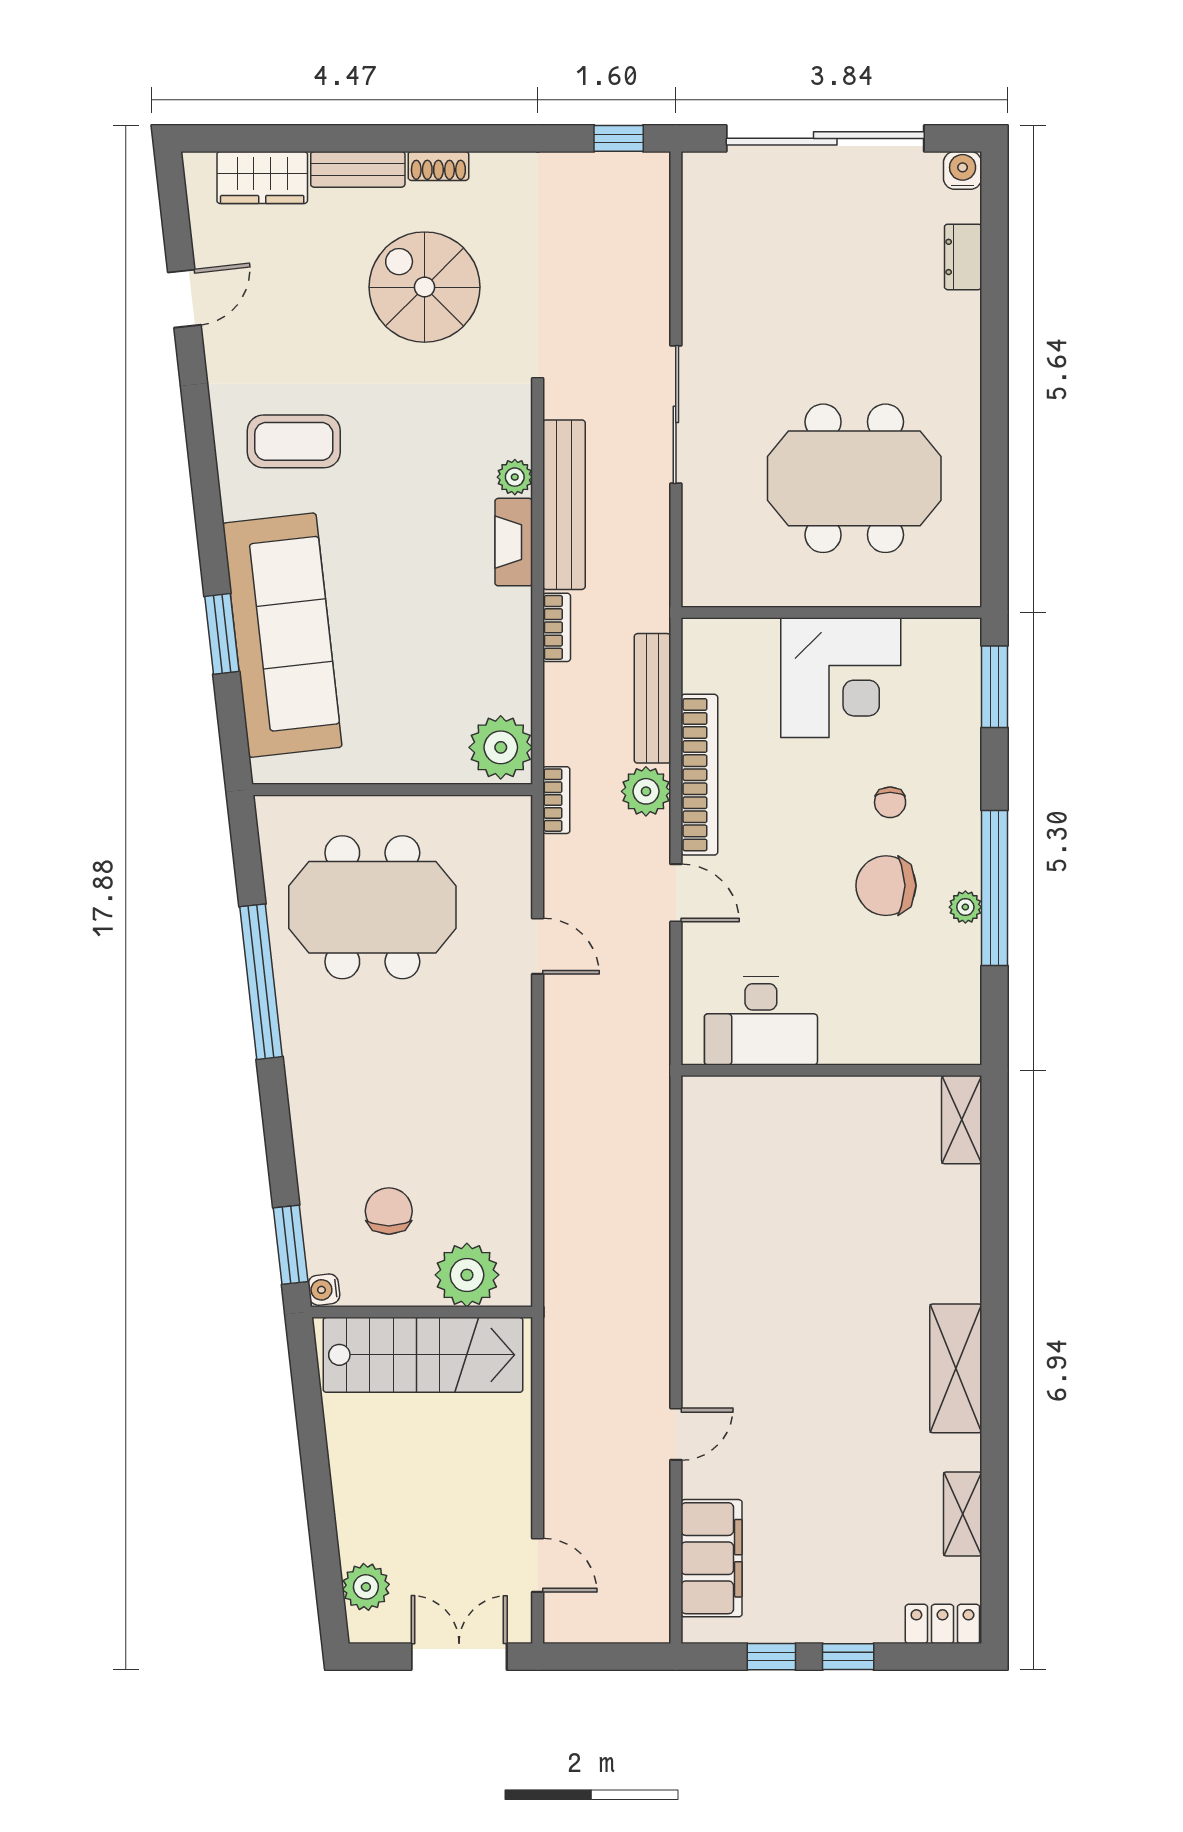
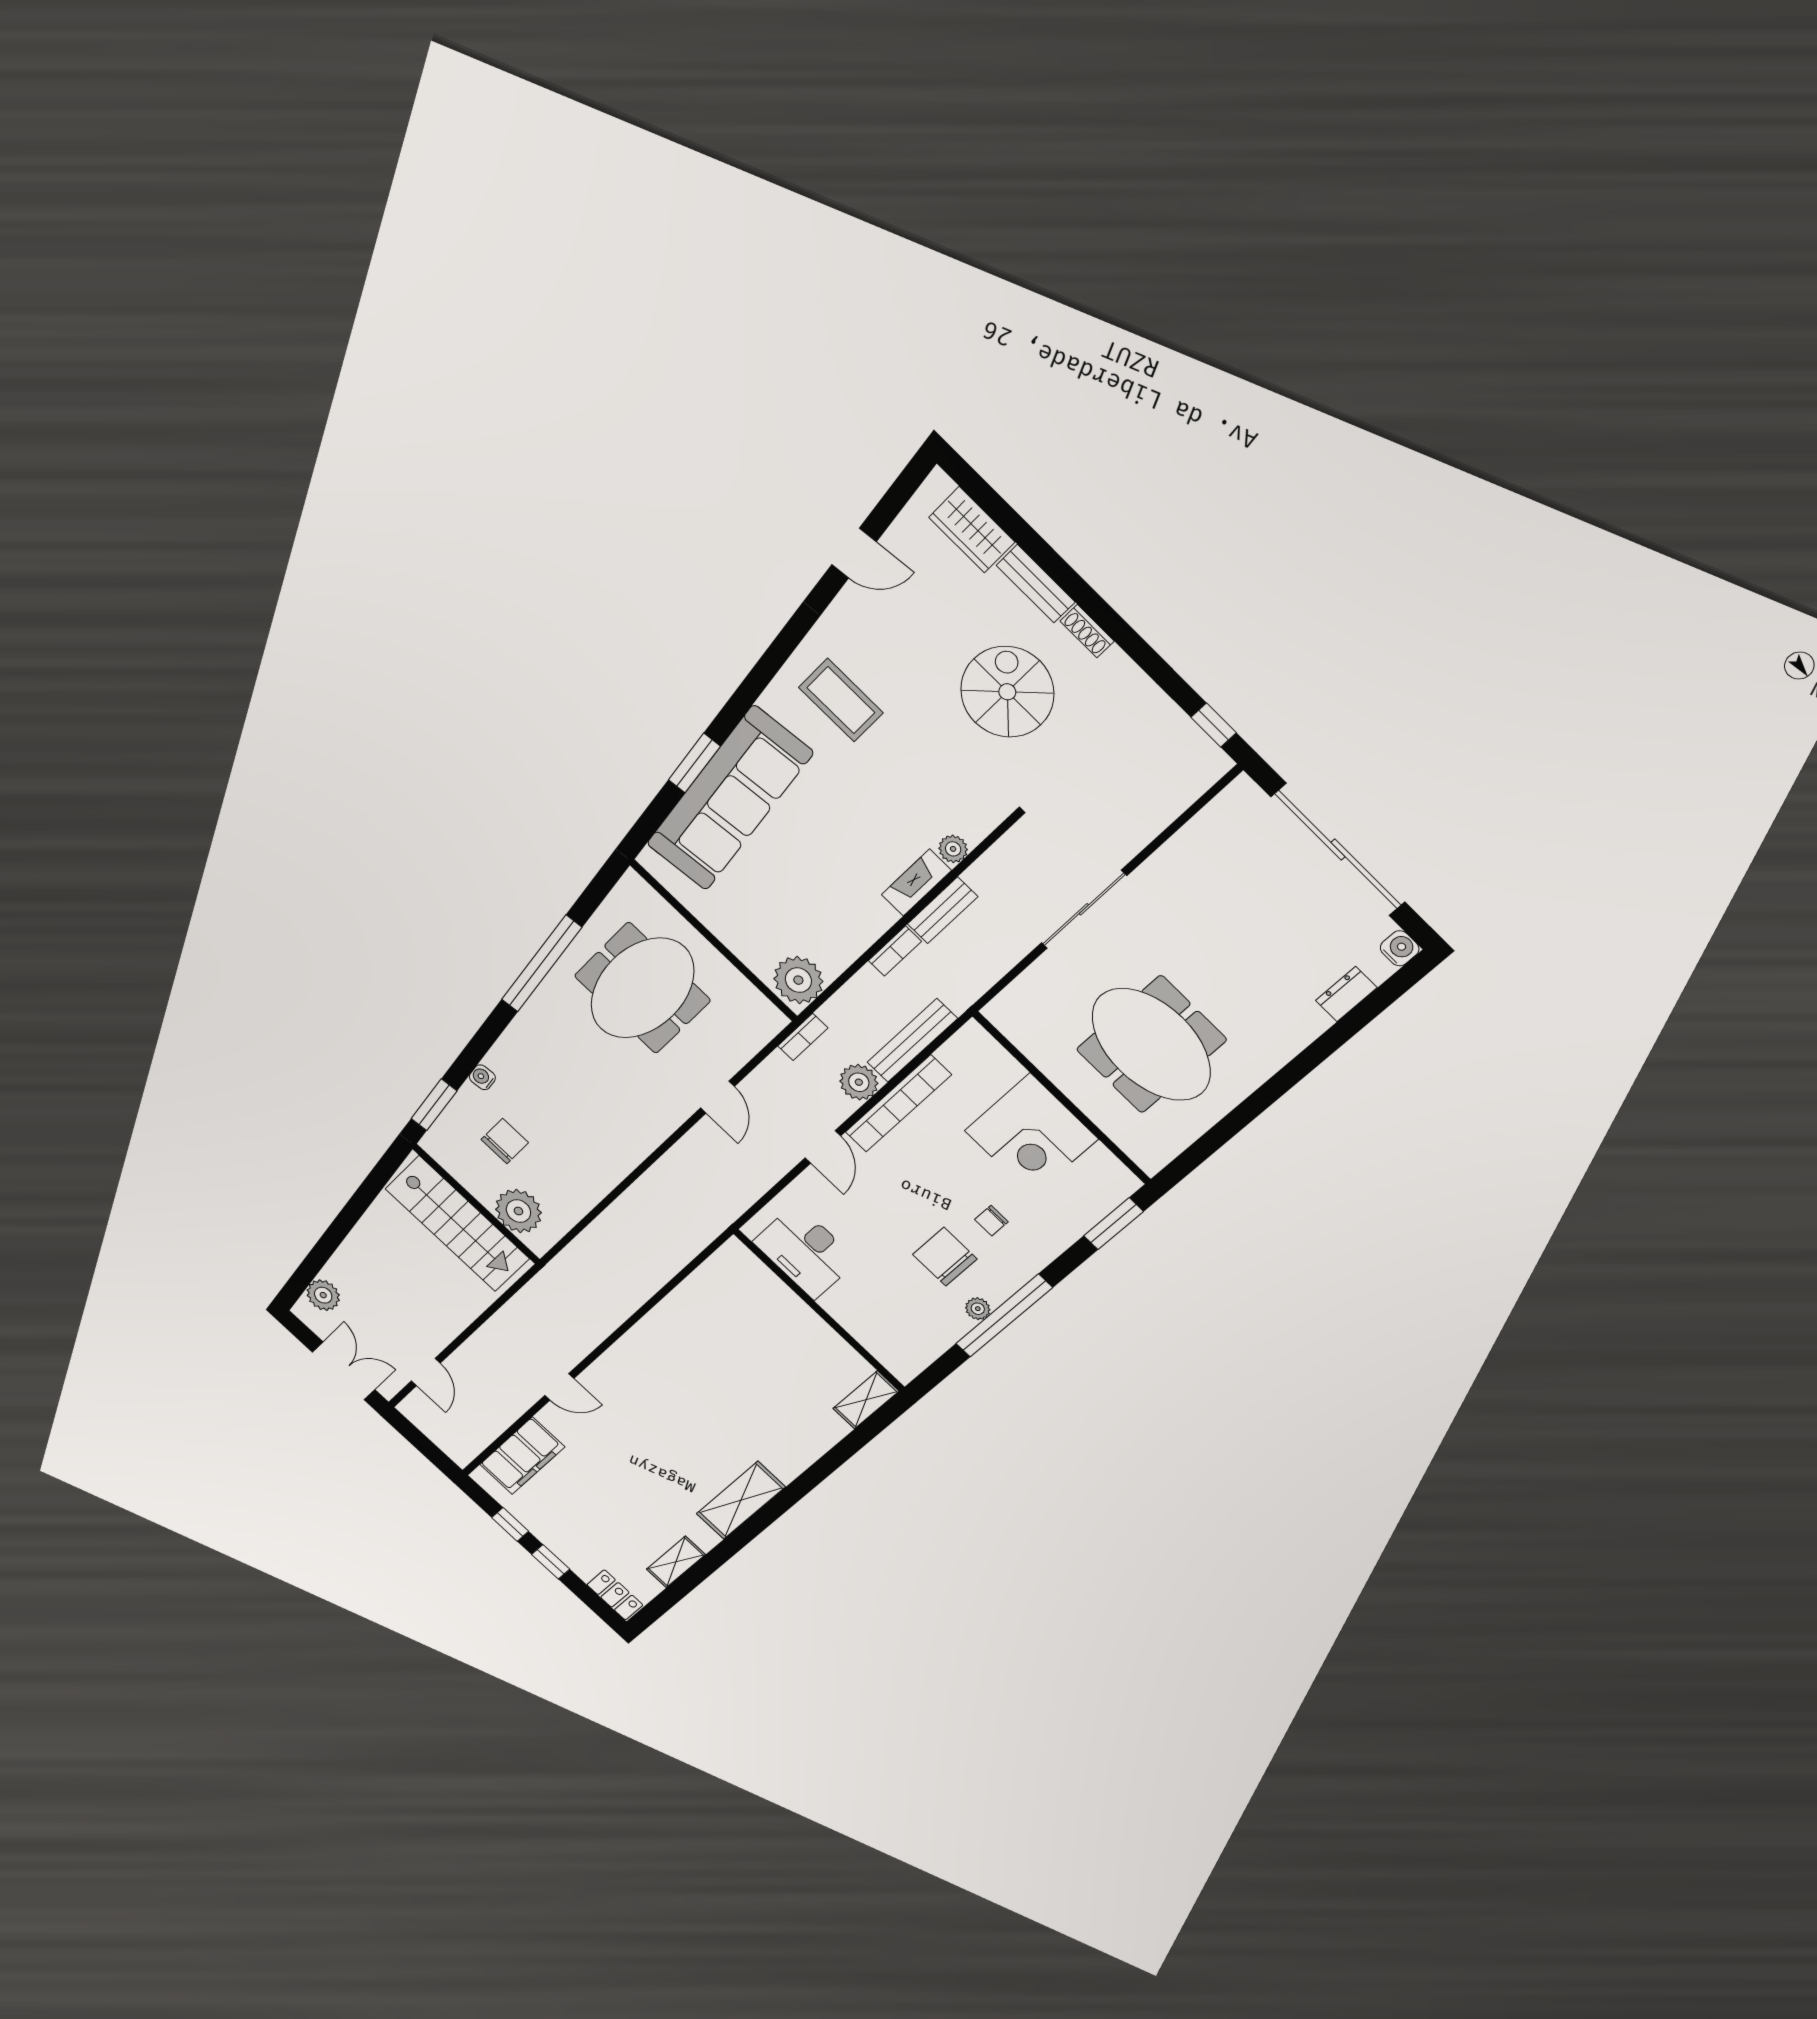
bench: (564, 505) -> (943, 910), width x0.54, depth x0.82
meeting table: (372, 907) -> (642, 988), turned 90
water cooler: (324, 1290) -> (482, 1077), moved

